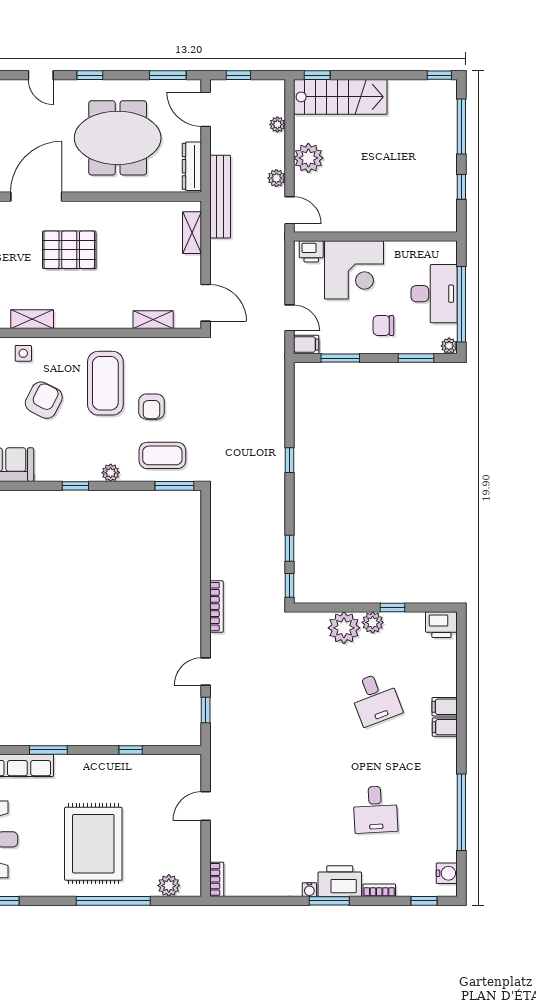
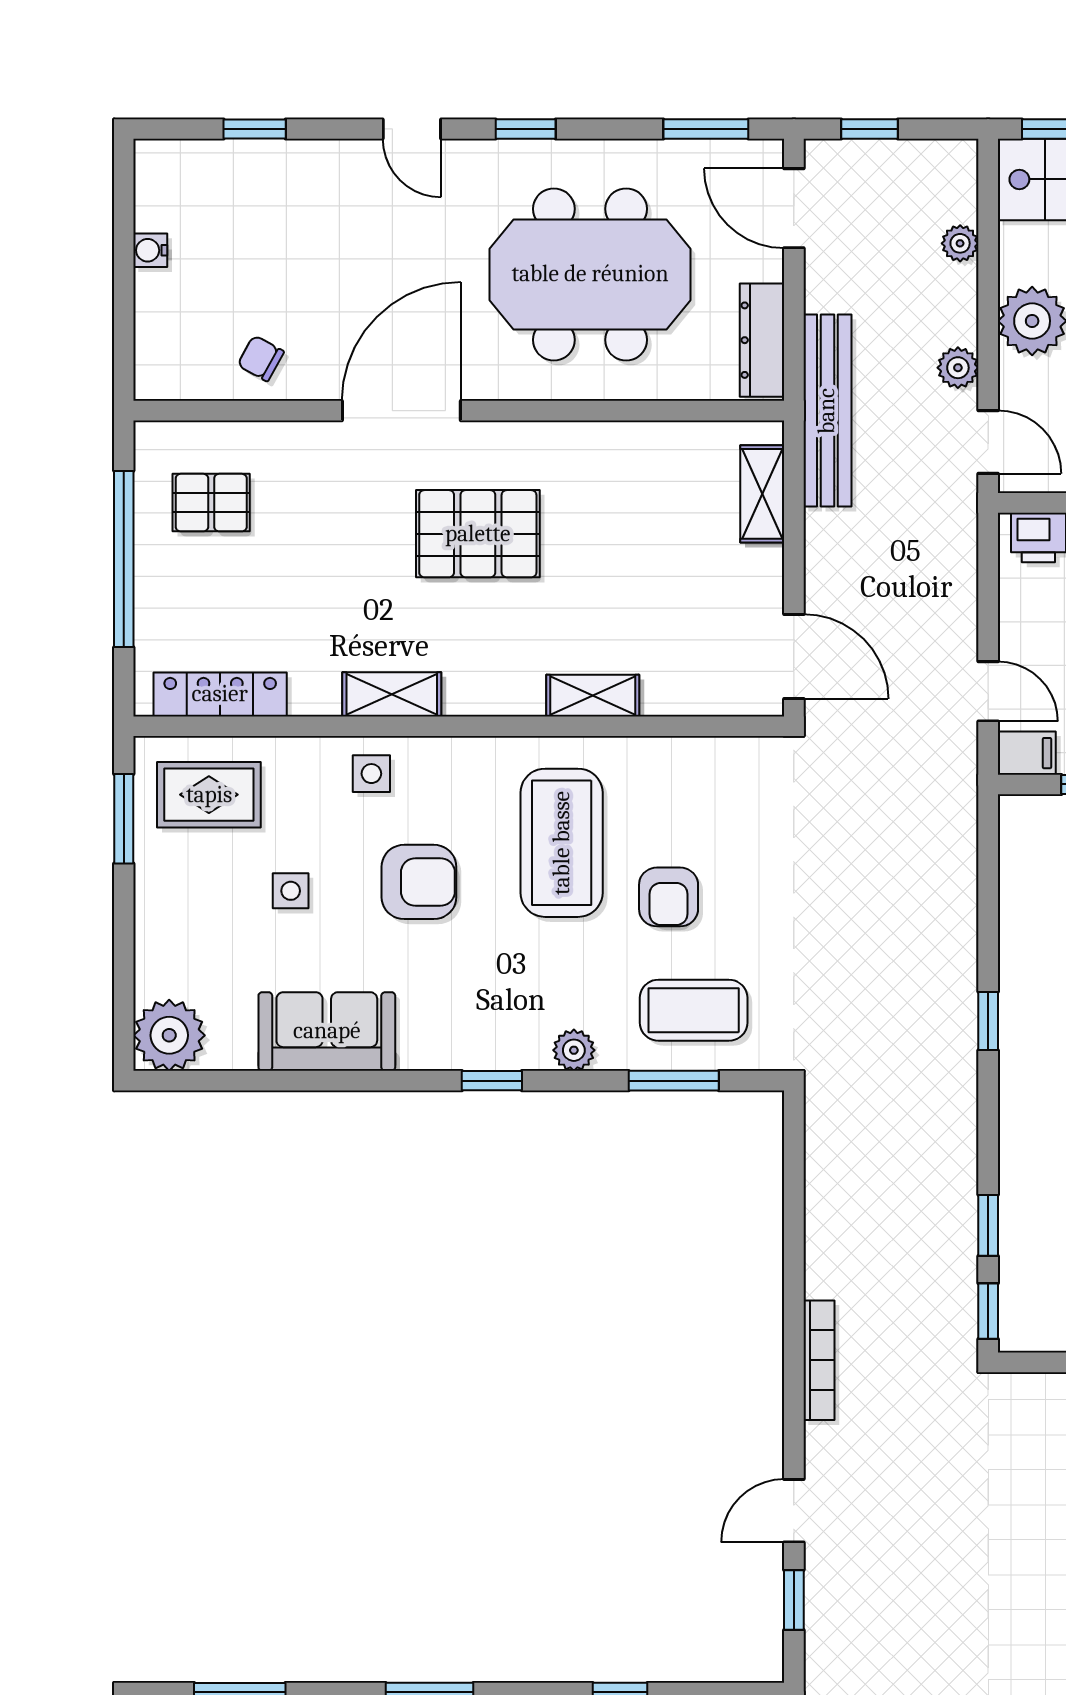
shelving: (153, 320) -> (593, 696), moved
armchair: (44, 400) -> (419, 882), turned 63
window: (174, 486) -> (674, 1081), moved

